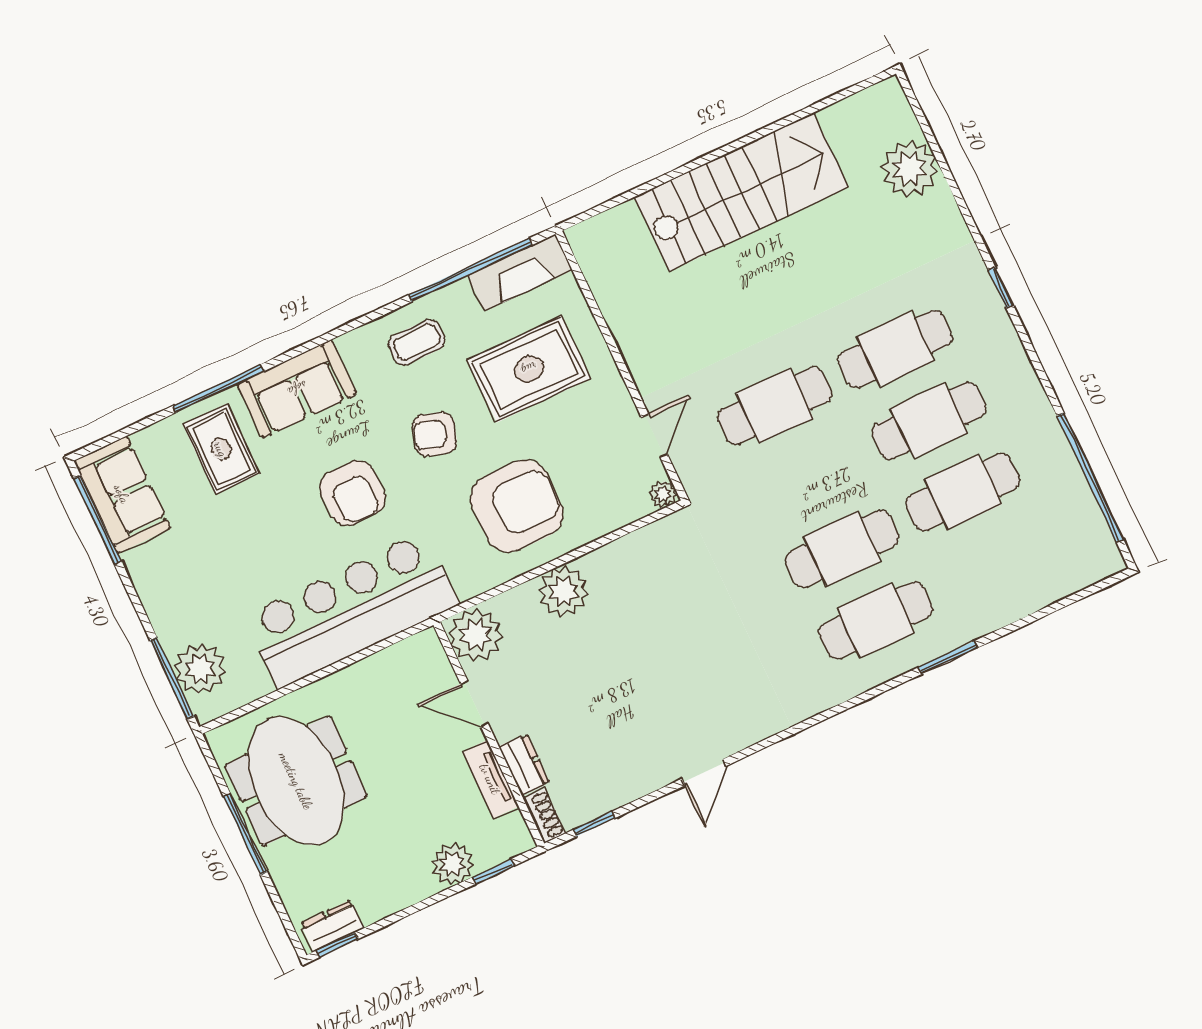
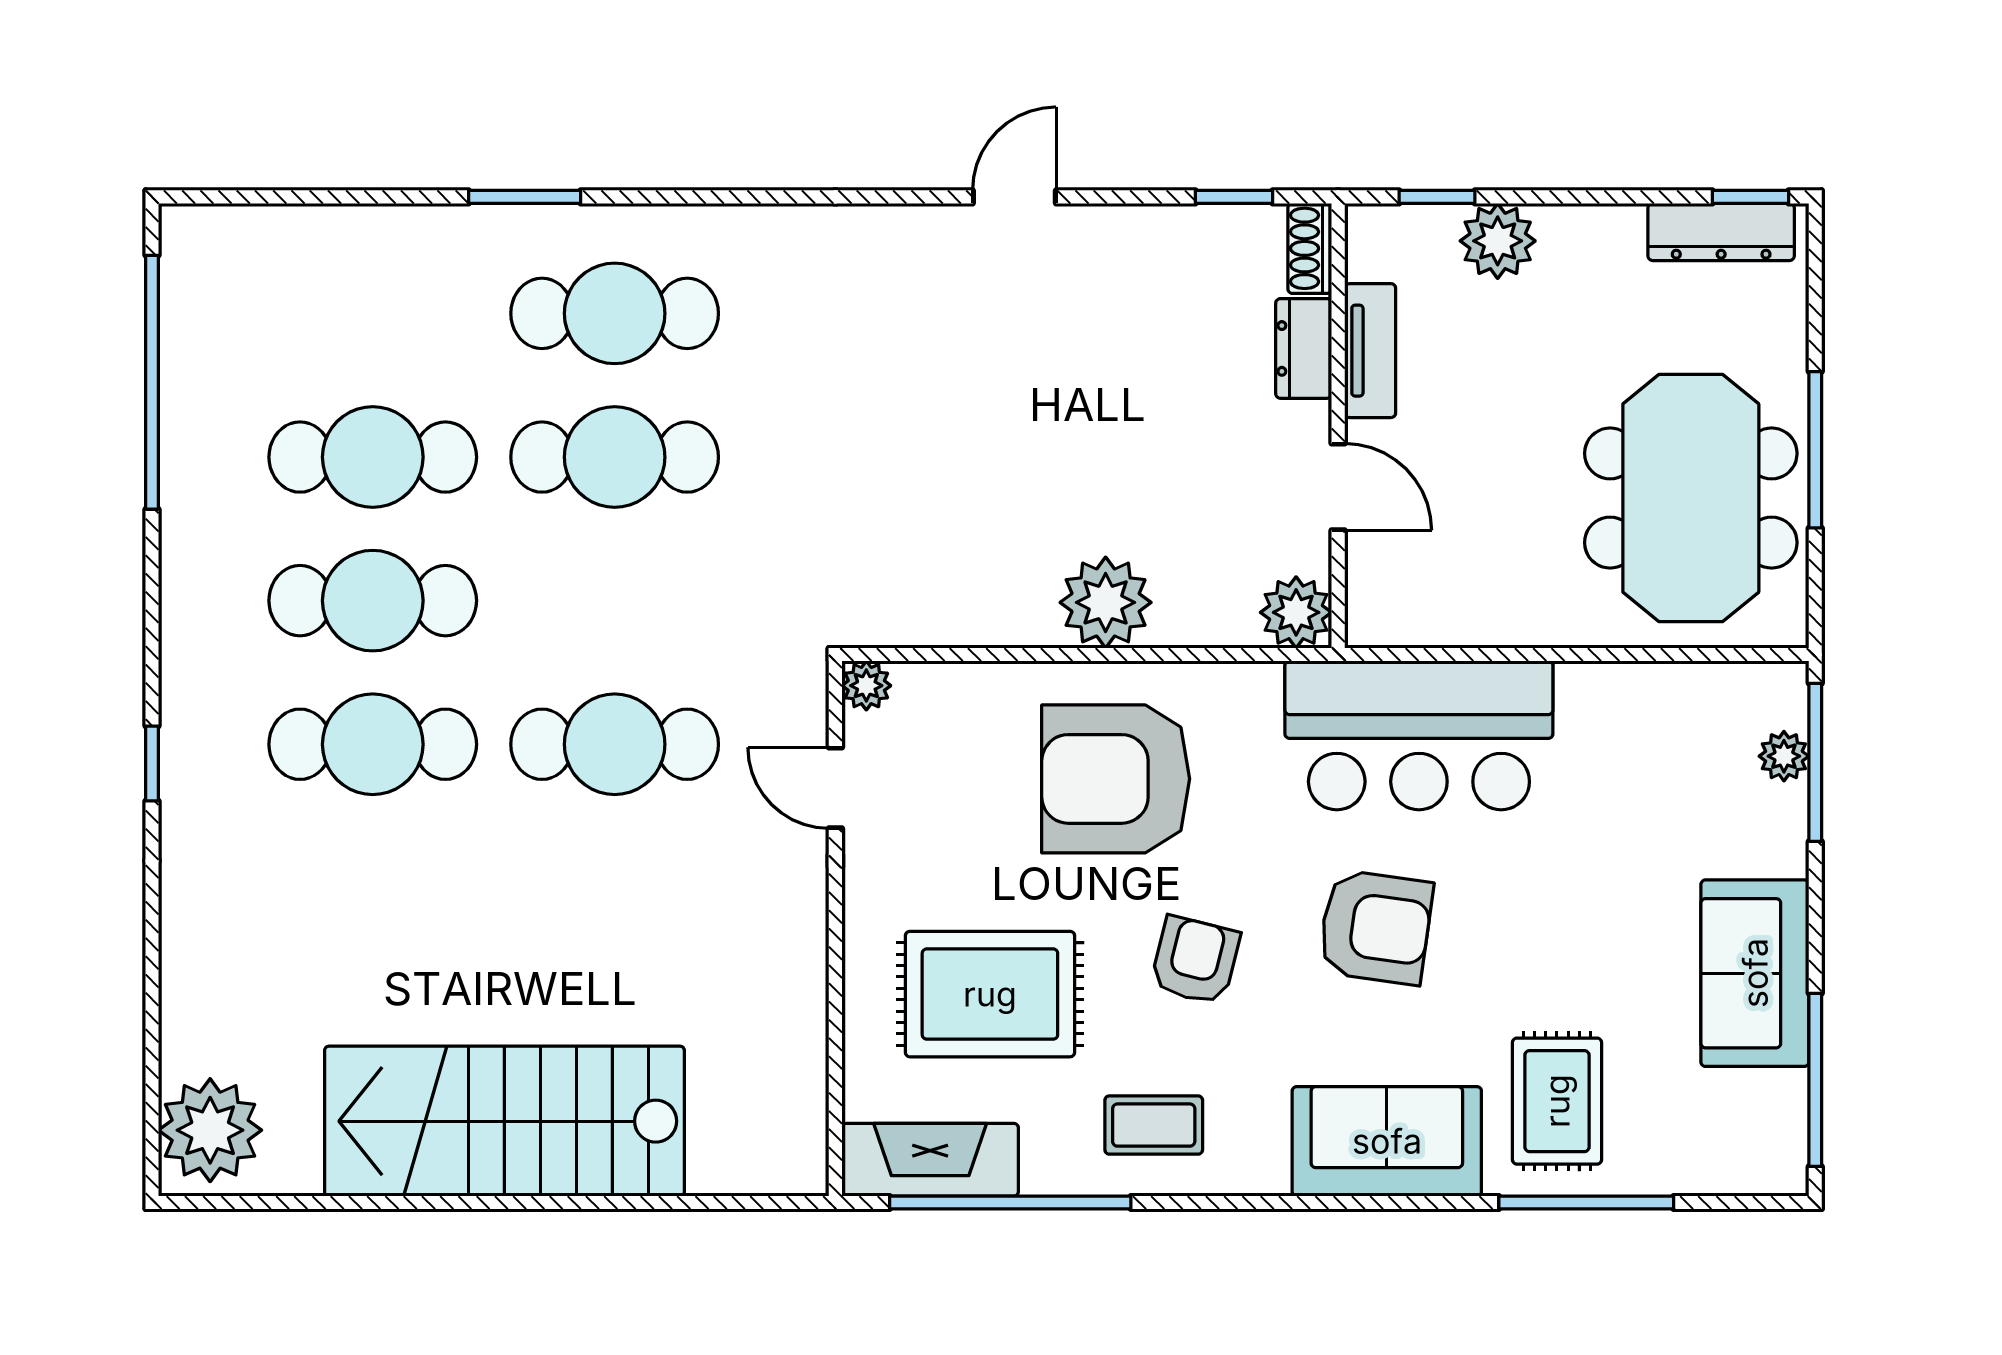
plant: (910, 169) -> (210, 1130), moved
window: (218, 389) -> (1586, 1202), moved
armchair: (435, 434) -> (1195, 960), turned -94
door: (654, 436) -> (835, 788), hinge flipped
armchair: (353, 493) -> (1375, 927), turned 99
sofa: (122, 494) -> (1755, 973), moved
bar counter: (352, 610) -> (1419, 735), width x0.73
plant: (476, 635) -> (1296, 612), width x0.73, depth x0.73
plant: (200, 669) -> (1784, 756), width x0.53, depth x0.53
dresser: (332, 926) -> (1721, 232), width x1.44

